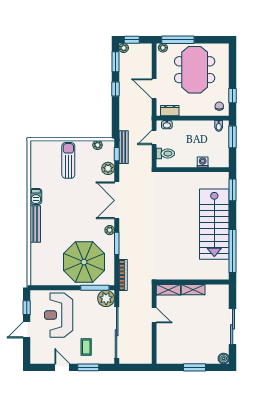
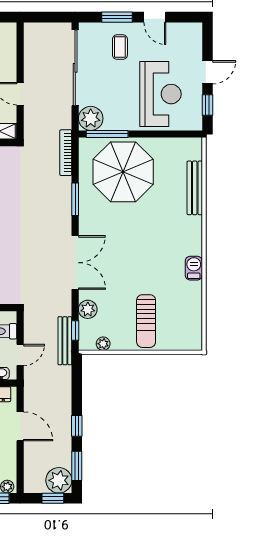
plant: (124, 48) -> (59, 480), width x1.87, depth x1.87
bench: (35, 224) -> (195, 188), moved
plant: (110, 230) -> (85, 219), removed

